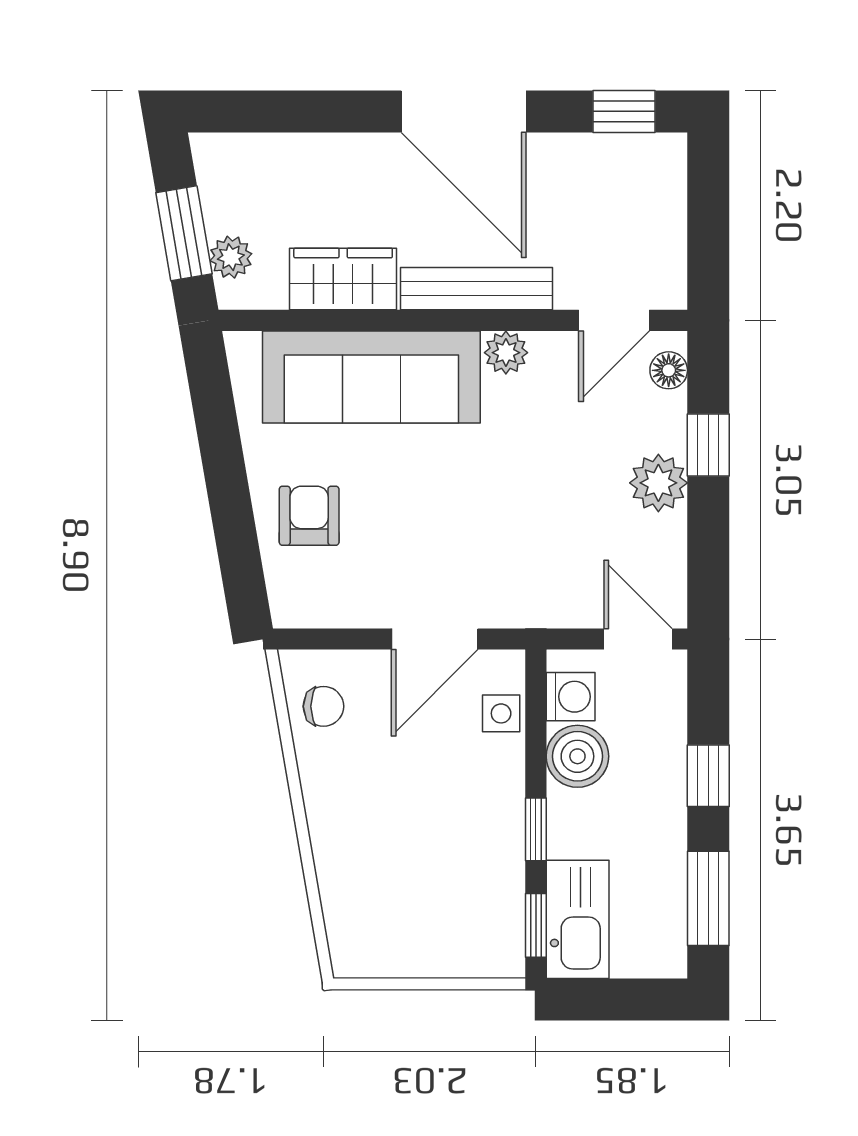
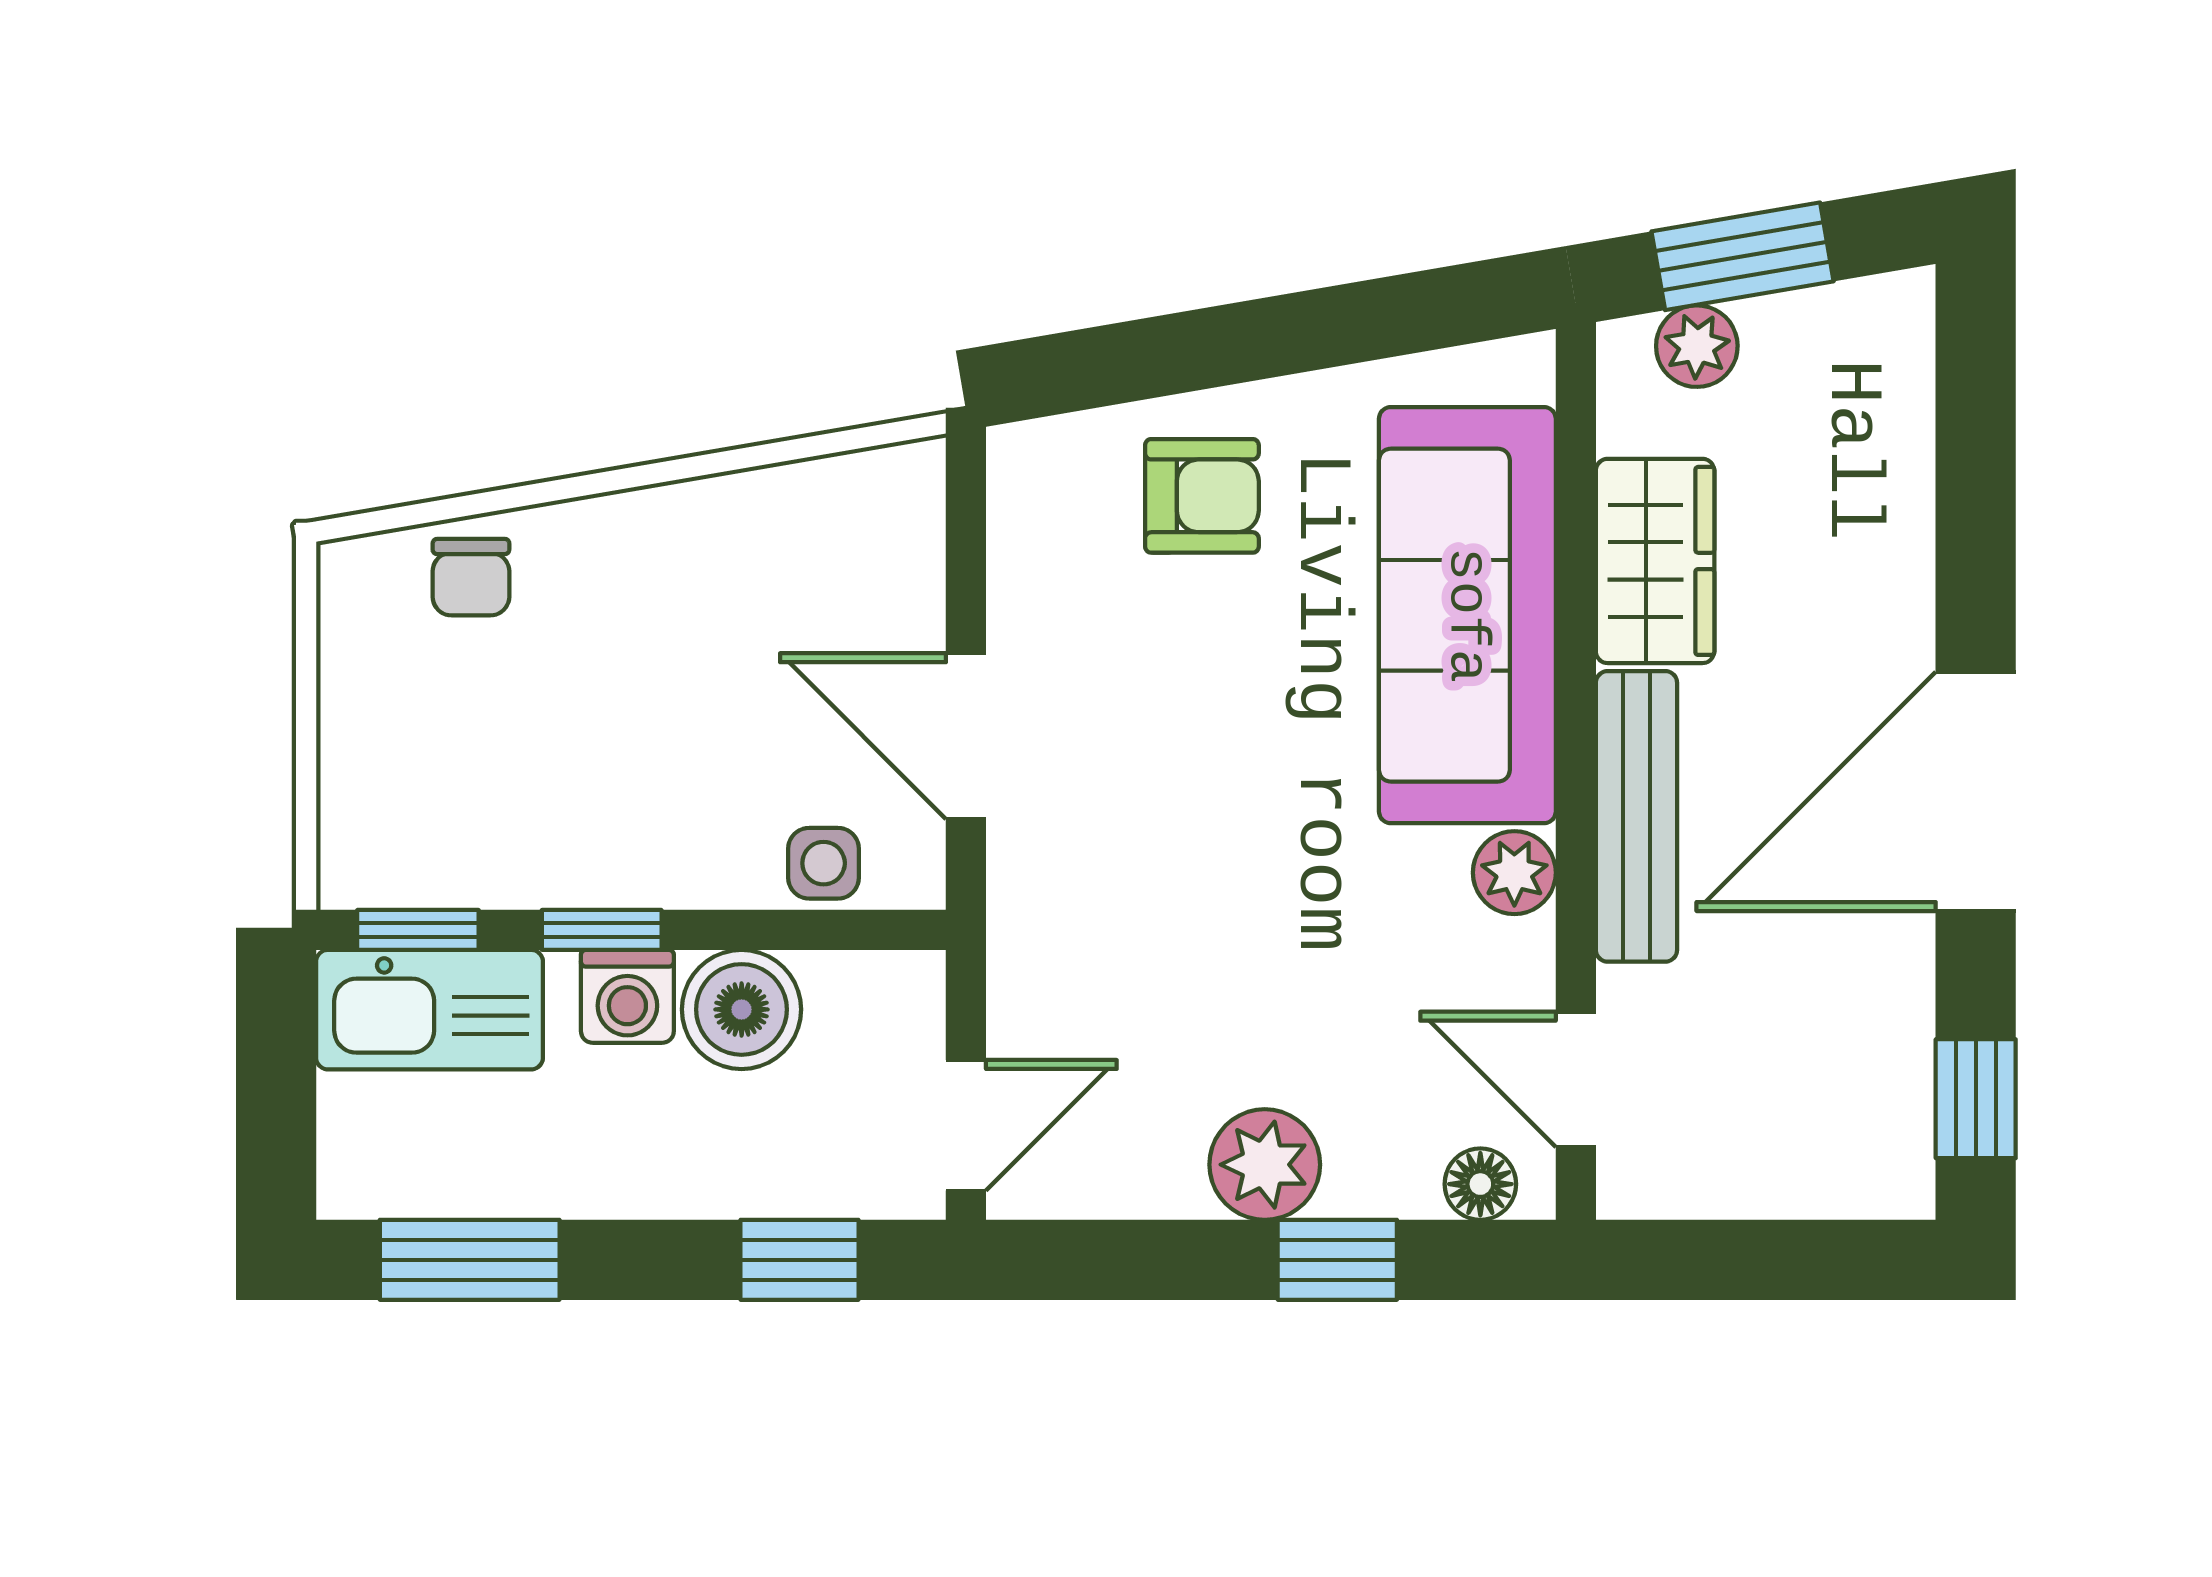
washing machine: (571, 697) -> (627, 996), moved
chair: (324, 706) -> (471, 577), moved
window: (708, 776) -> (800, 1260), moved

